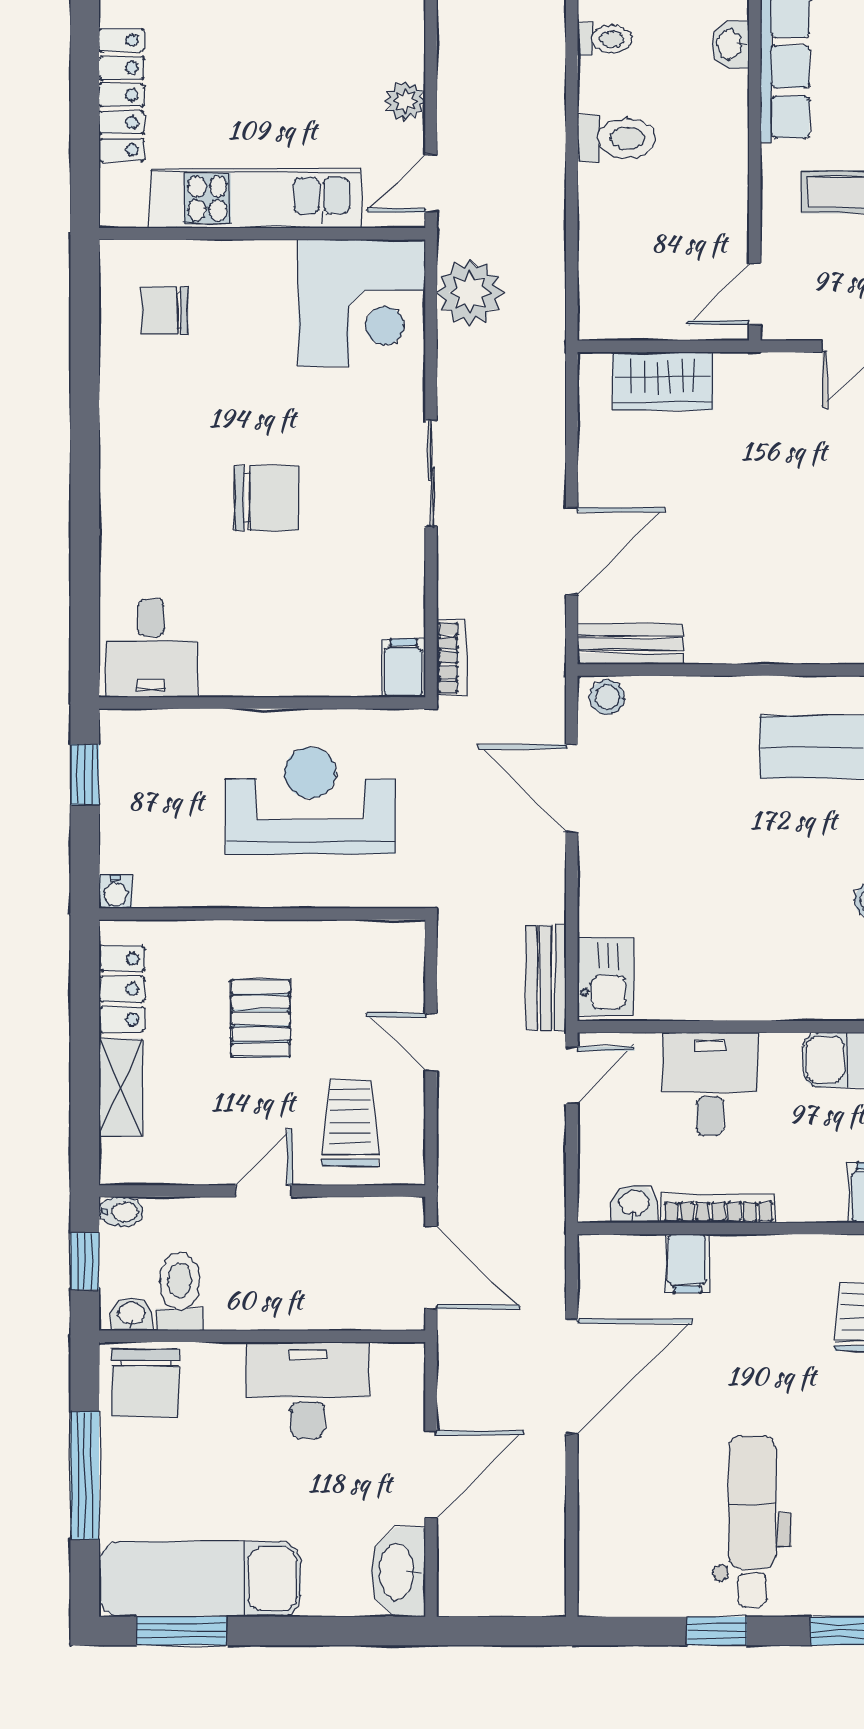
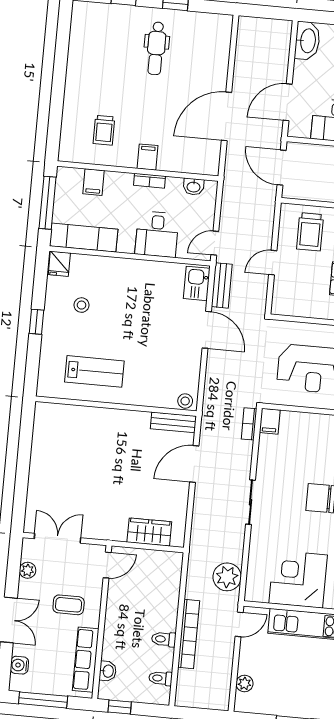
plant: (406, 101) -> (245, 684), moved
toilet: (616, 138) -> (164, 639), width x0.73, depth x0.72
bookcase: (548, 150) -> (189, 634), added
corner desk: (362, 303) -> (298, 579), moved
door: (572, 788) -> (207, 330), moved
door: (431, 1042) -> (273, 263), swing flipped
bookcase: (718, 1208) -> (150, 181), width x0.64
filing cabinet: (687, 1263) -> (148, 157), moved
door: (431, 1475) -> (288, 102), moved
dental chair: (752, 1521) -> (156, 48), width x0.73, depth x0.72

